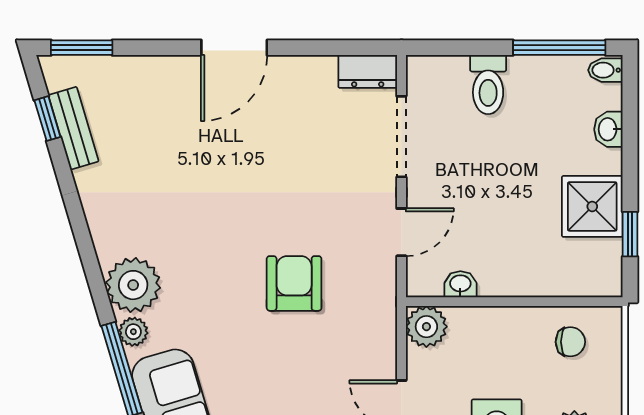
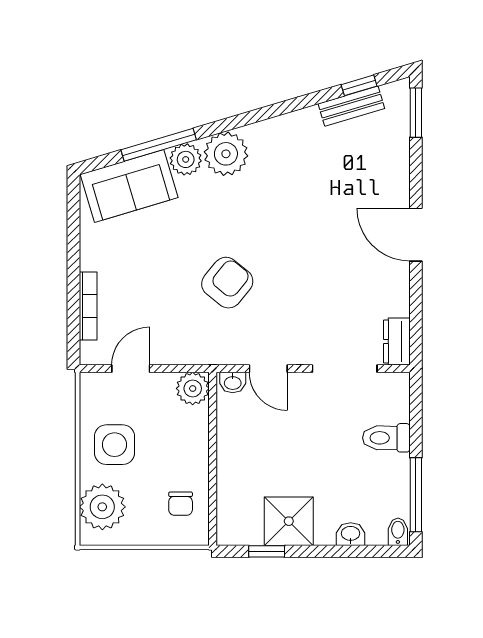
armchair: (294, 283) -> (227, 283), turned -51
washbasin: (460, 284) -> (233, 382), moved, turned 90
plant: (133, 332) -> (186, 159), width x1.38, depth x1.38

